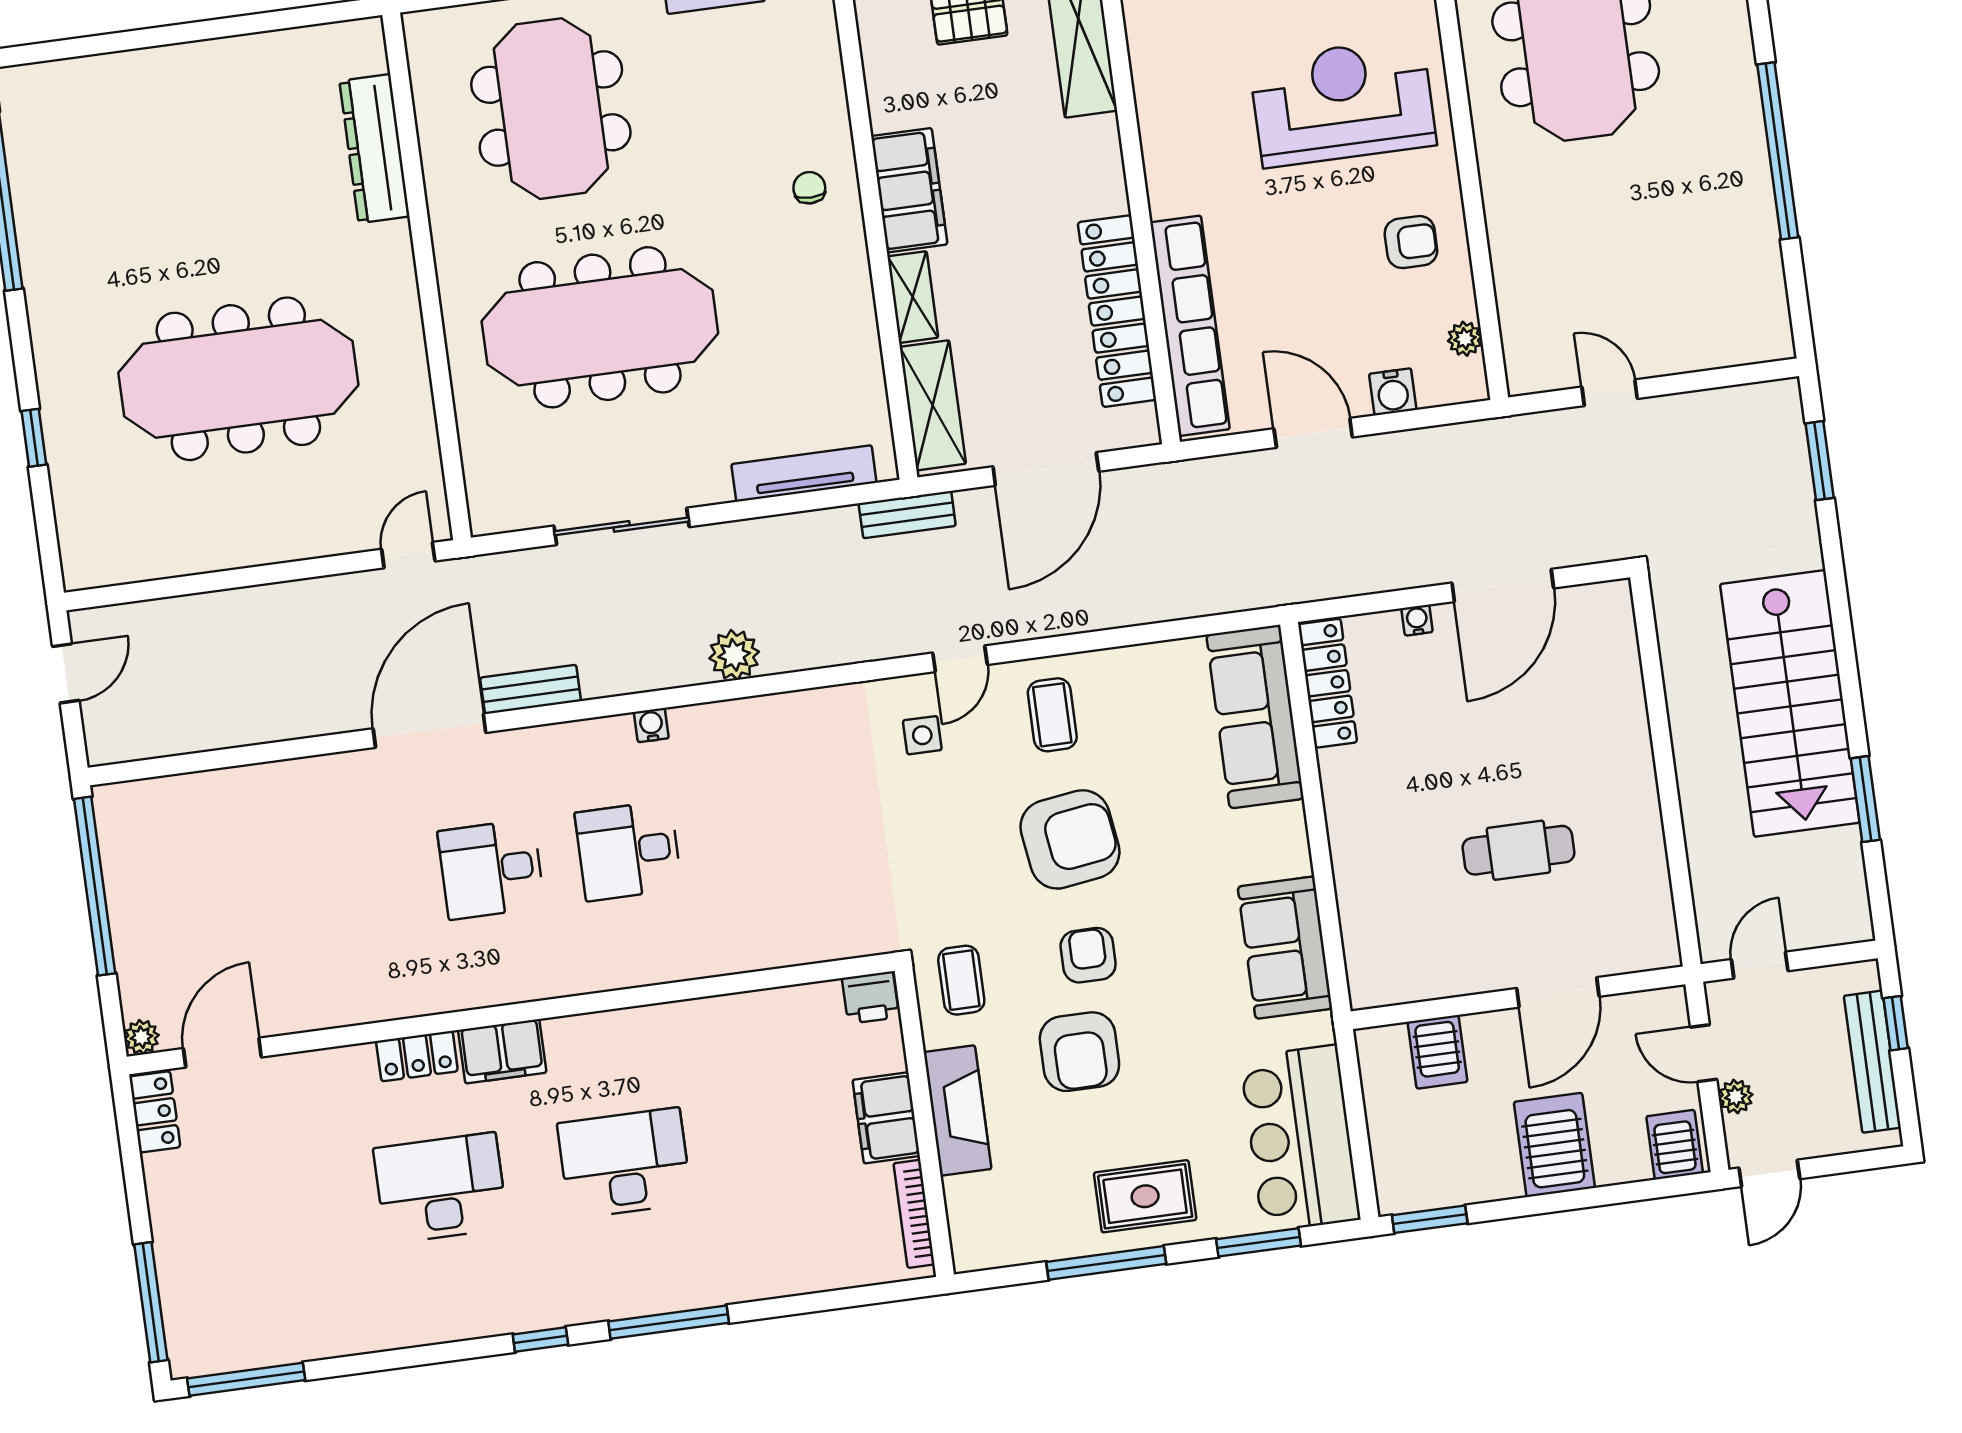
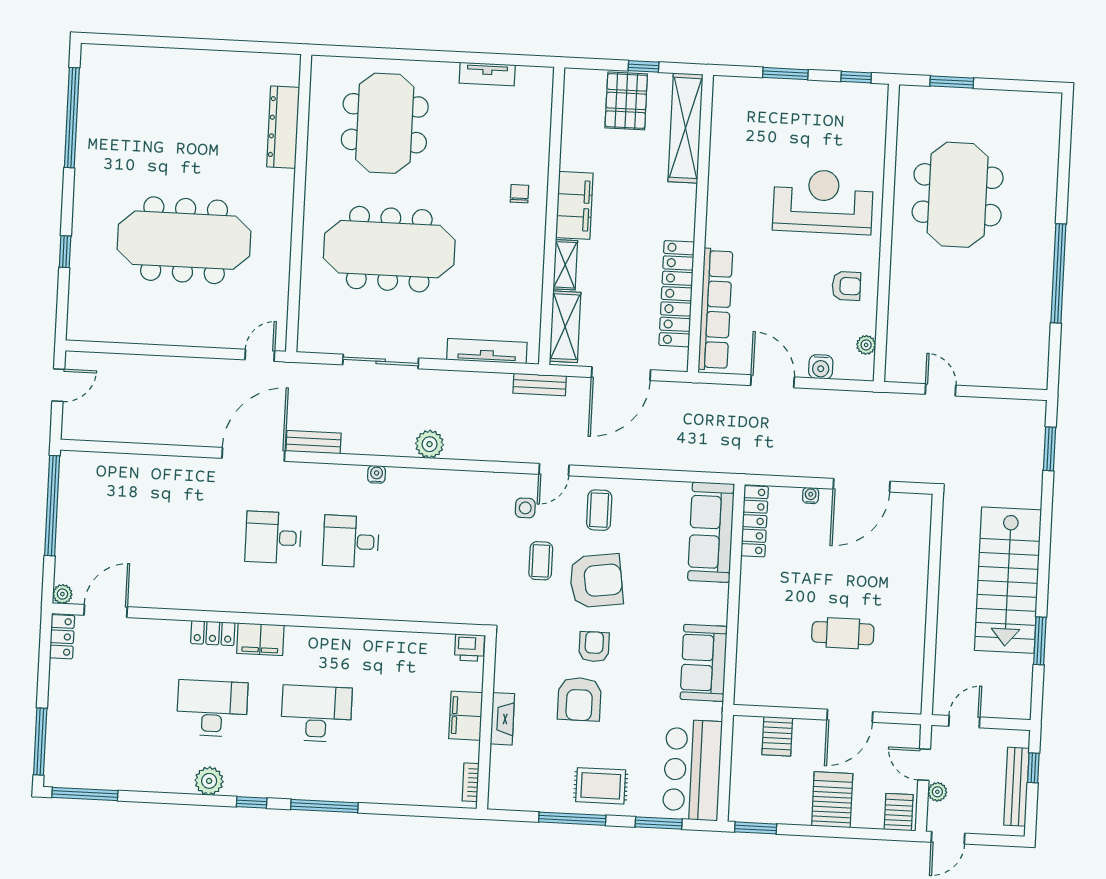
coffee table: (961, 980) -> (541, 561), moved
fireplace: (958, 1111) -> (502, 719), width x0.73, depth x0.76
bookcase: (914, 1214) -> (471, 782), width x0.64
plant: (459, 1316) -> (209, 781), added

